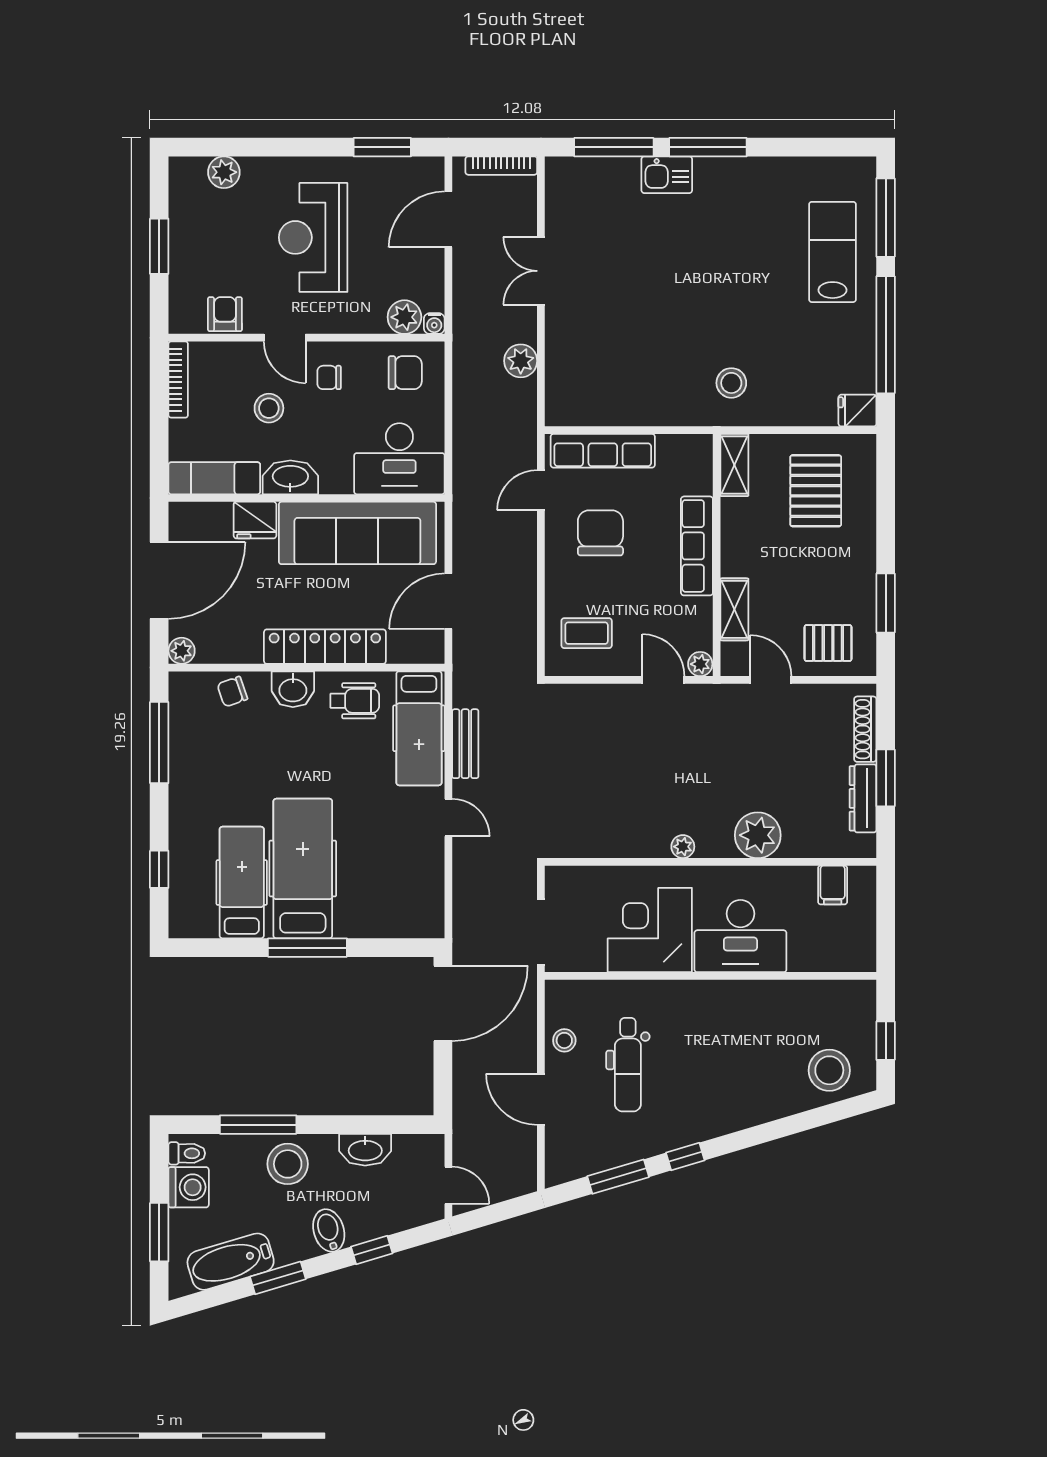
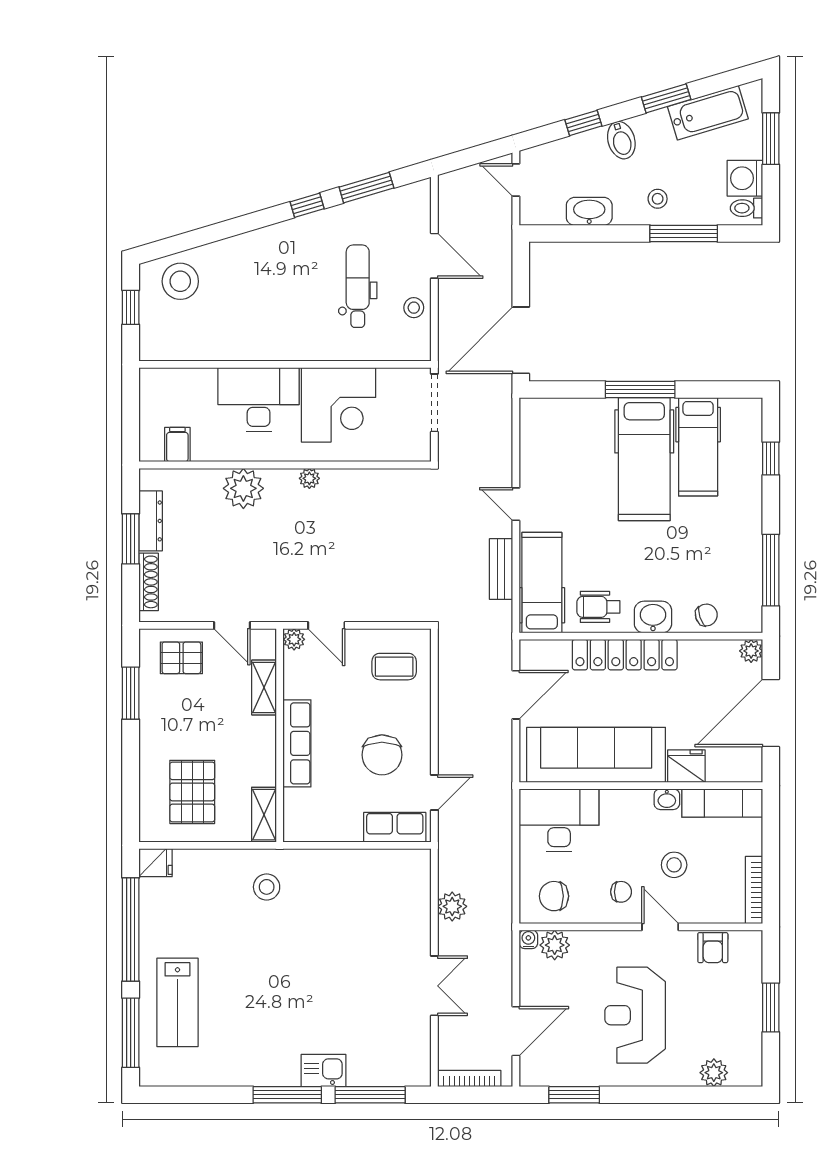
reception desk: (313, 237) -> (635, 1015), turned 180
row of seats: (603, 451) -> (395, 827), width x0.68
washbasin: (290, 477) -> (667, 799), width x0.52, depth x0.69
stool: (288, 1164) -> (658, 199), width x0.53, depth x0.53

